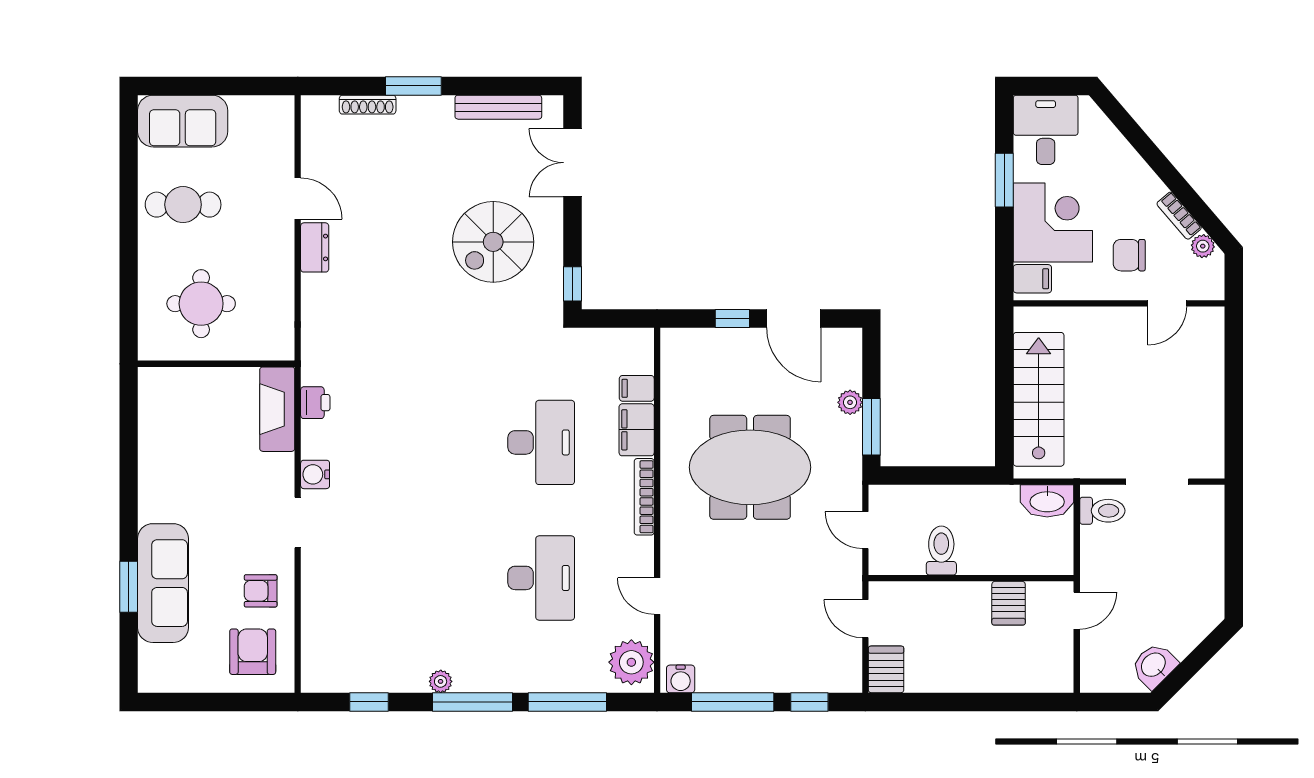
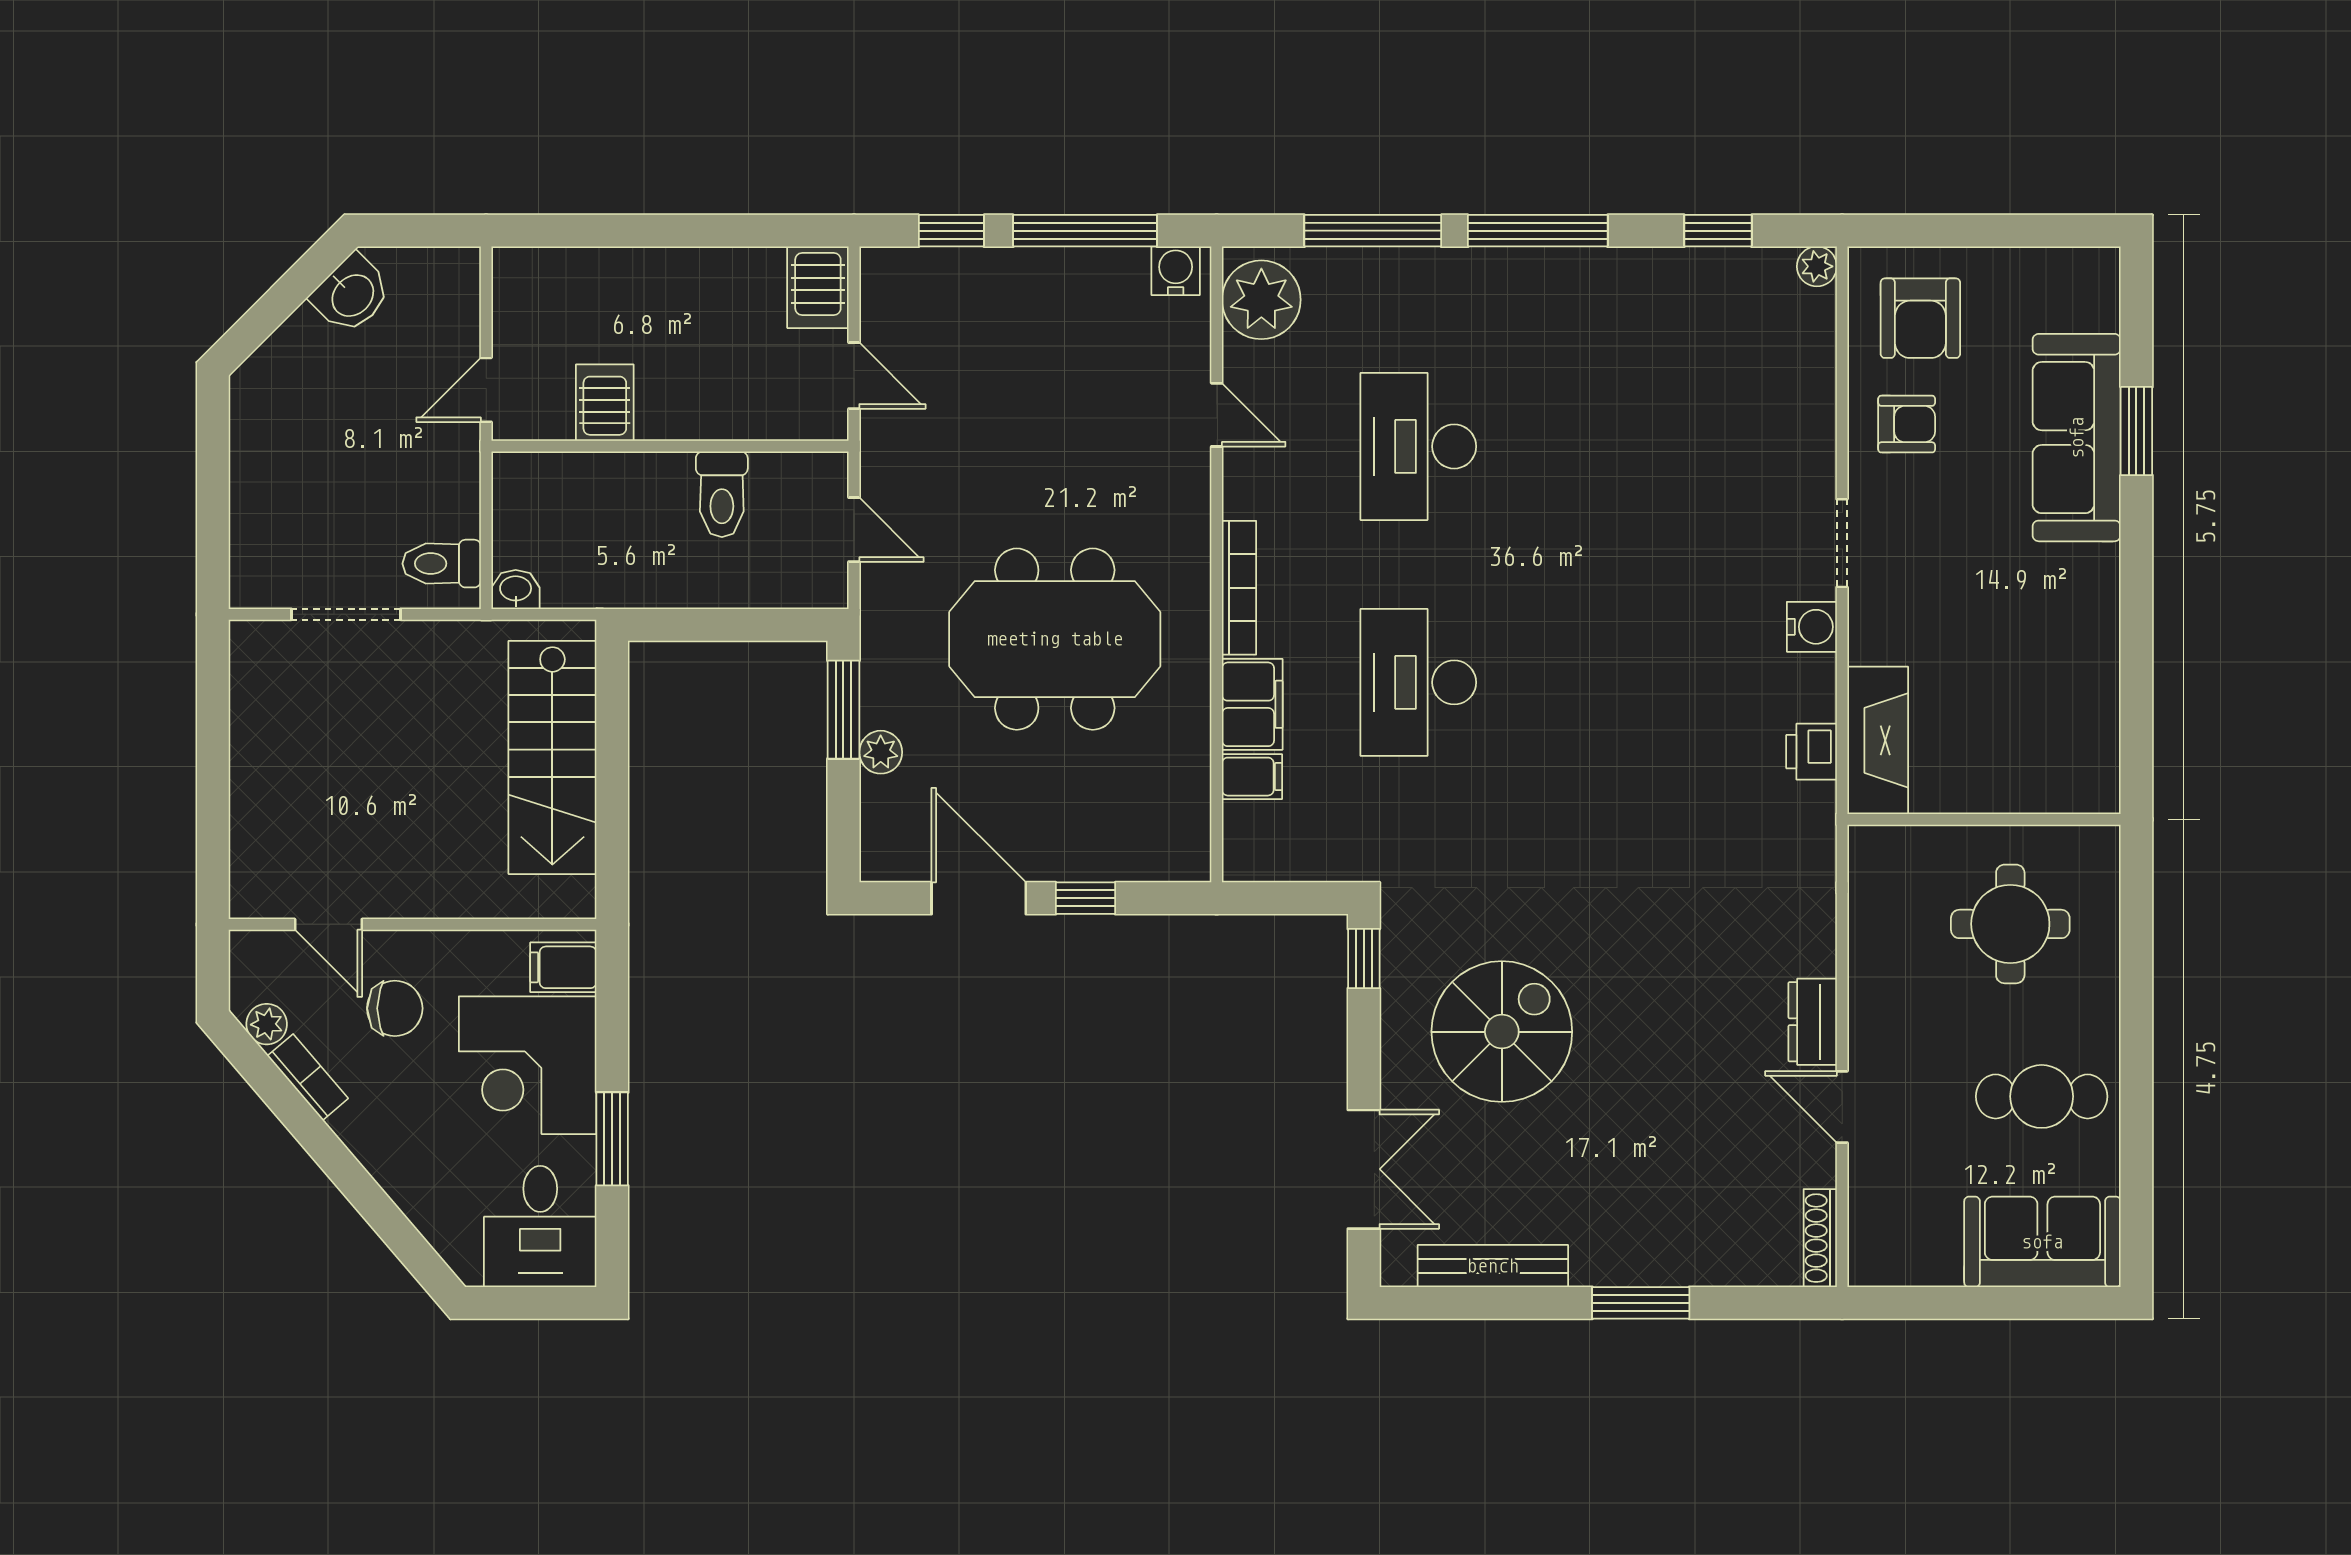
shoe rack: (368, 105) -> (1820, 1238), moved, turned -90
door: (1167, 303) -> (328, 924), swing flipped
washbasin: (1047, 501) -> (516, 590), width x0.52, depth x0.69
plant: (441, 681) -> (1817, 266), moved

